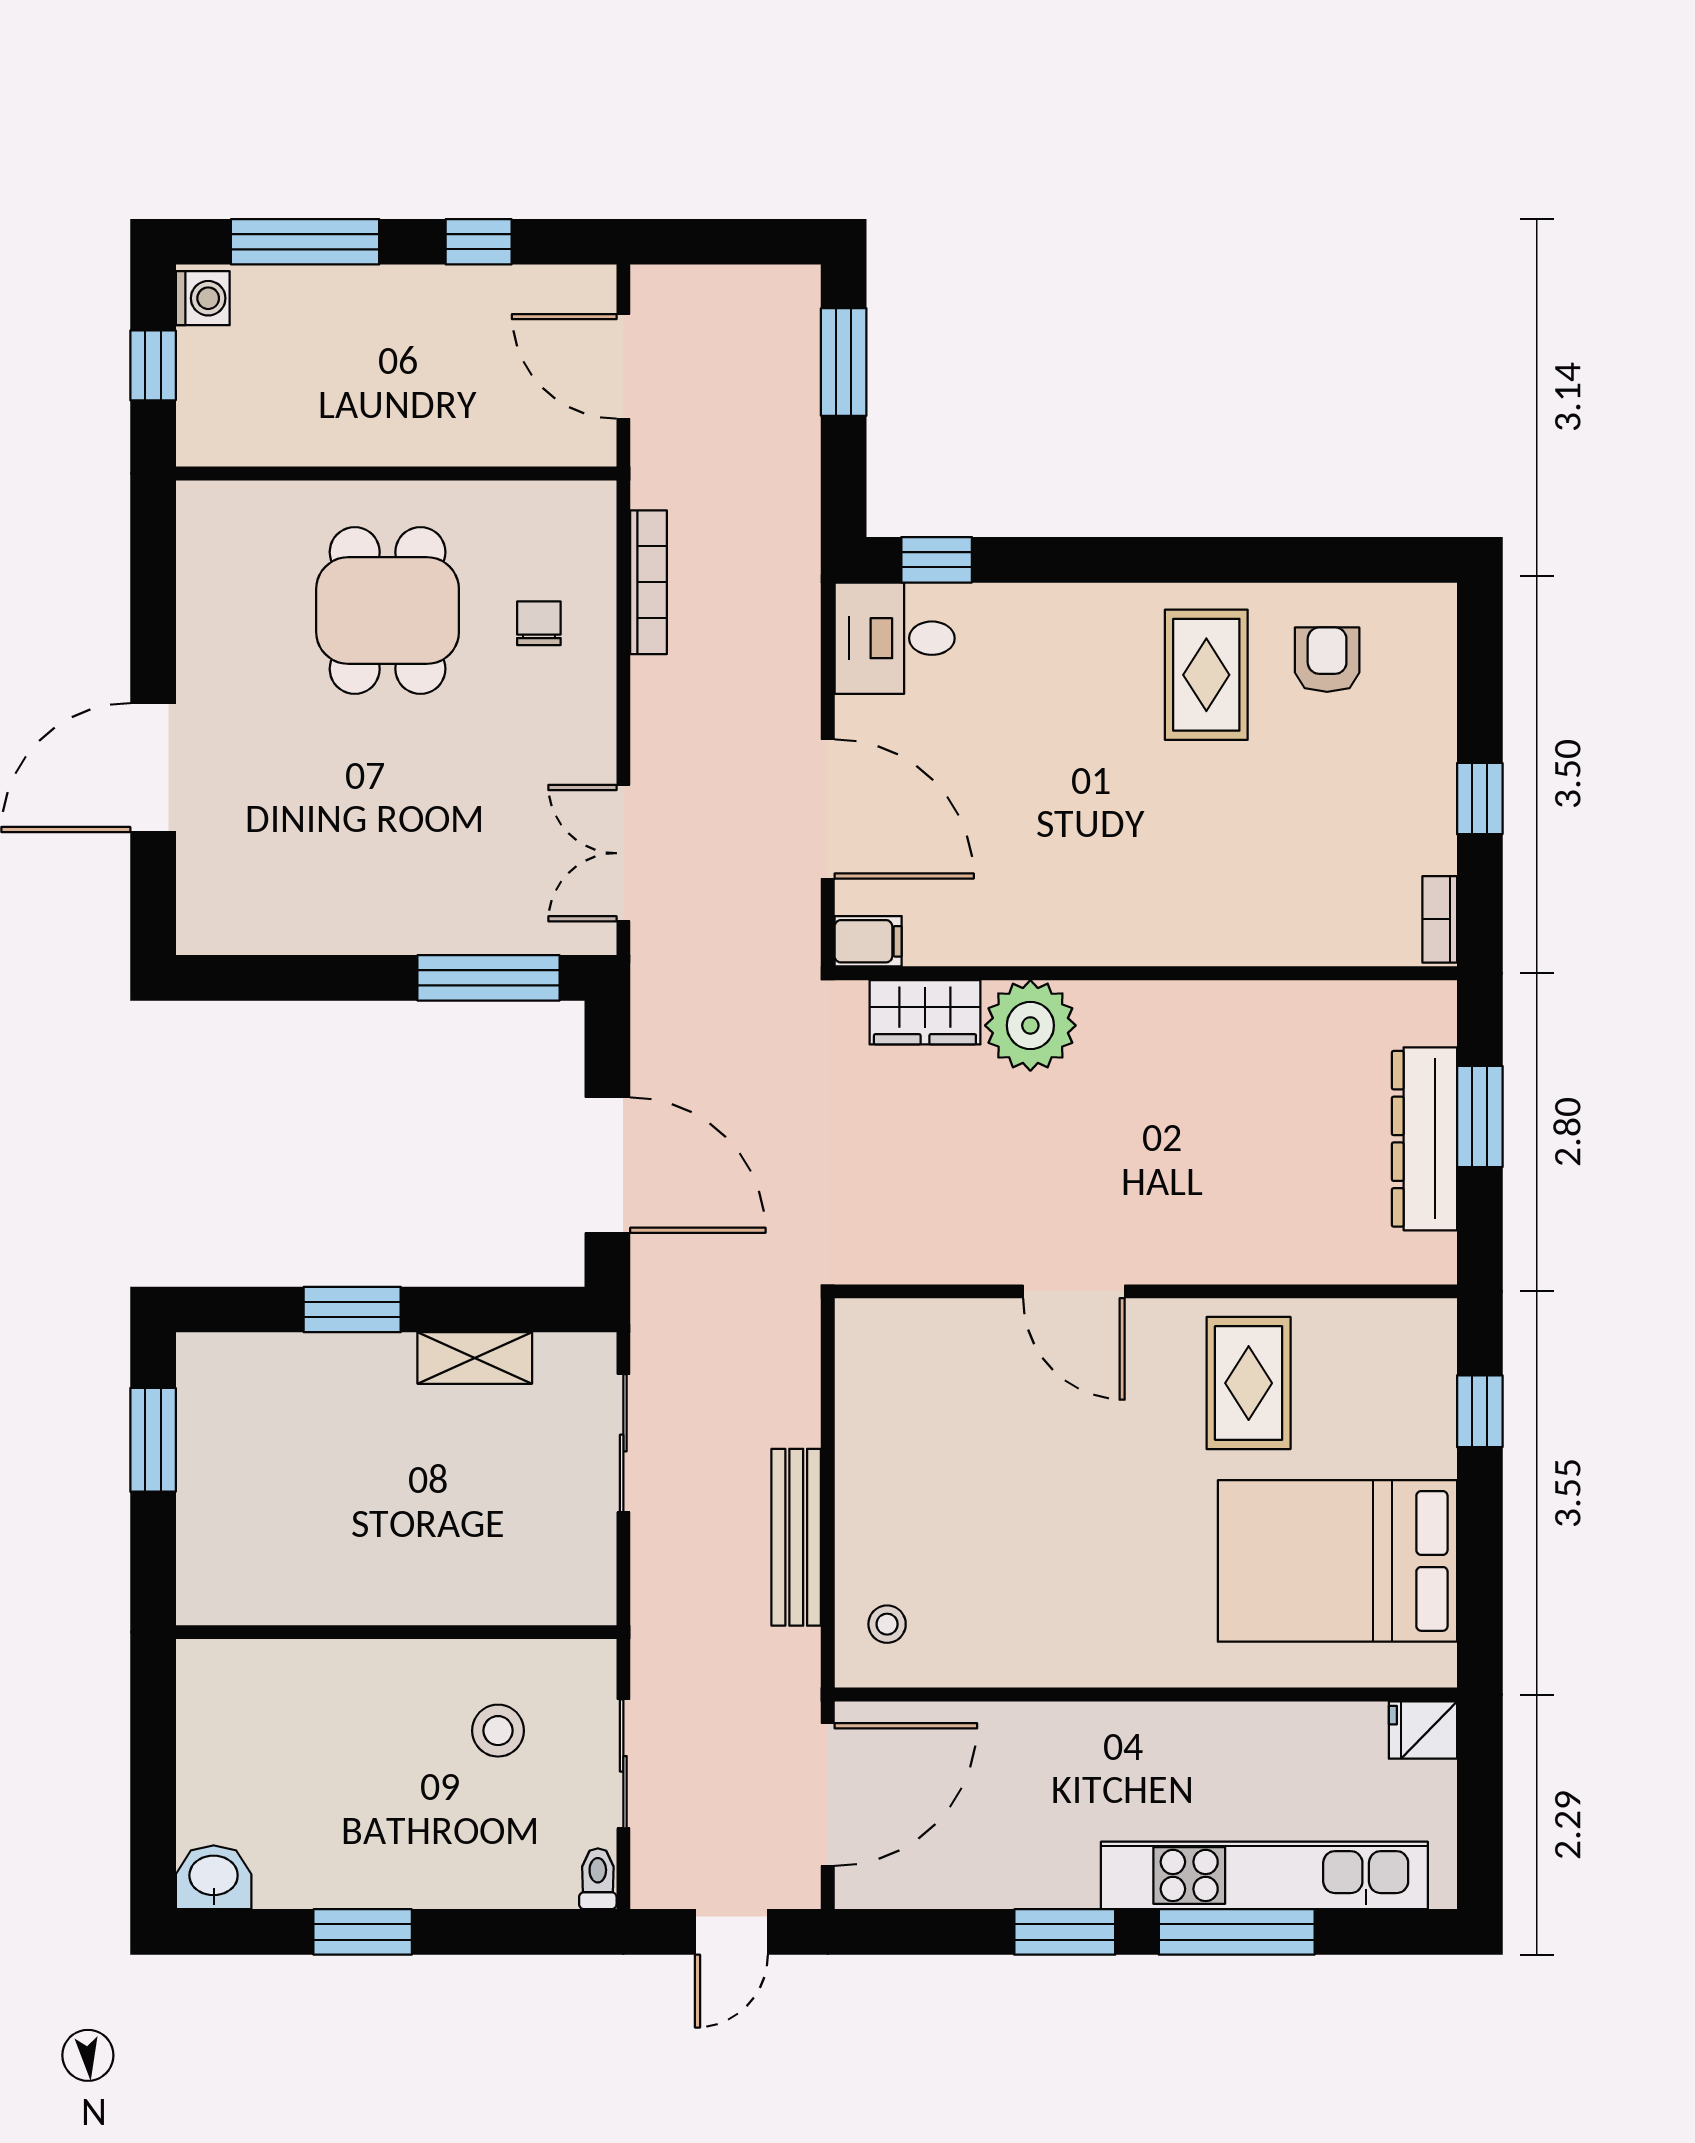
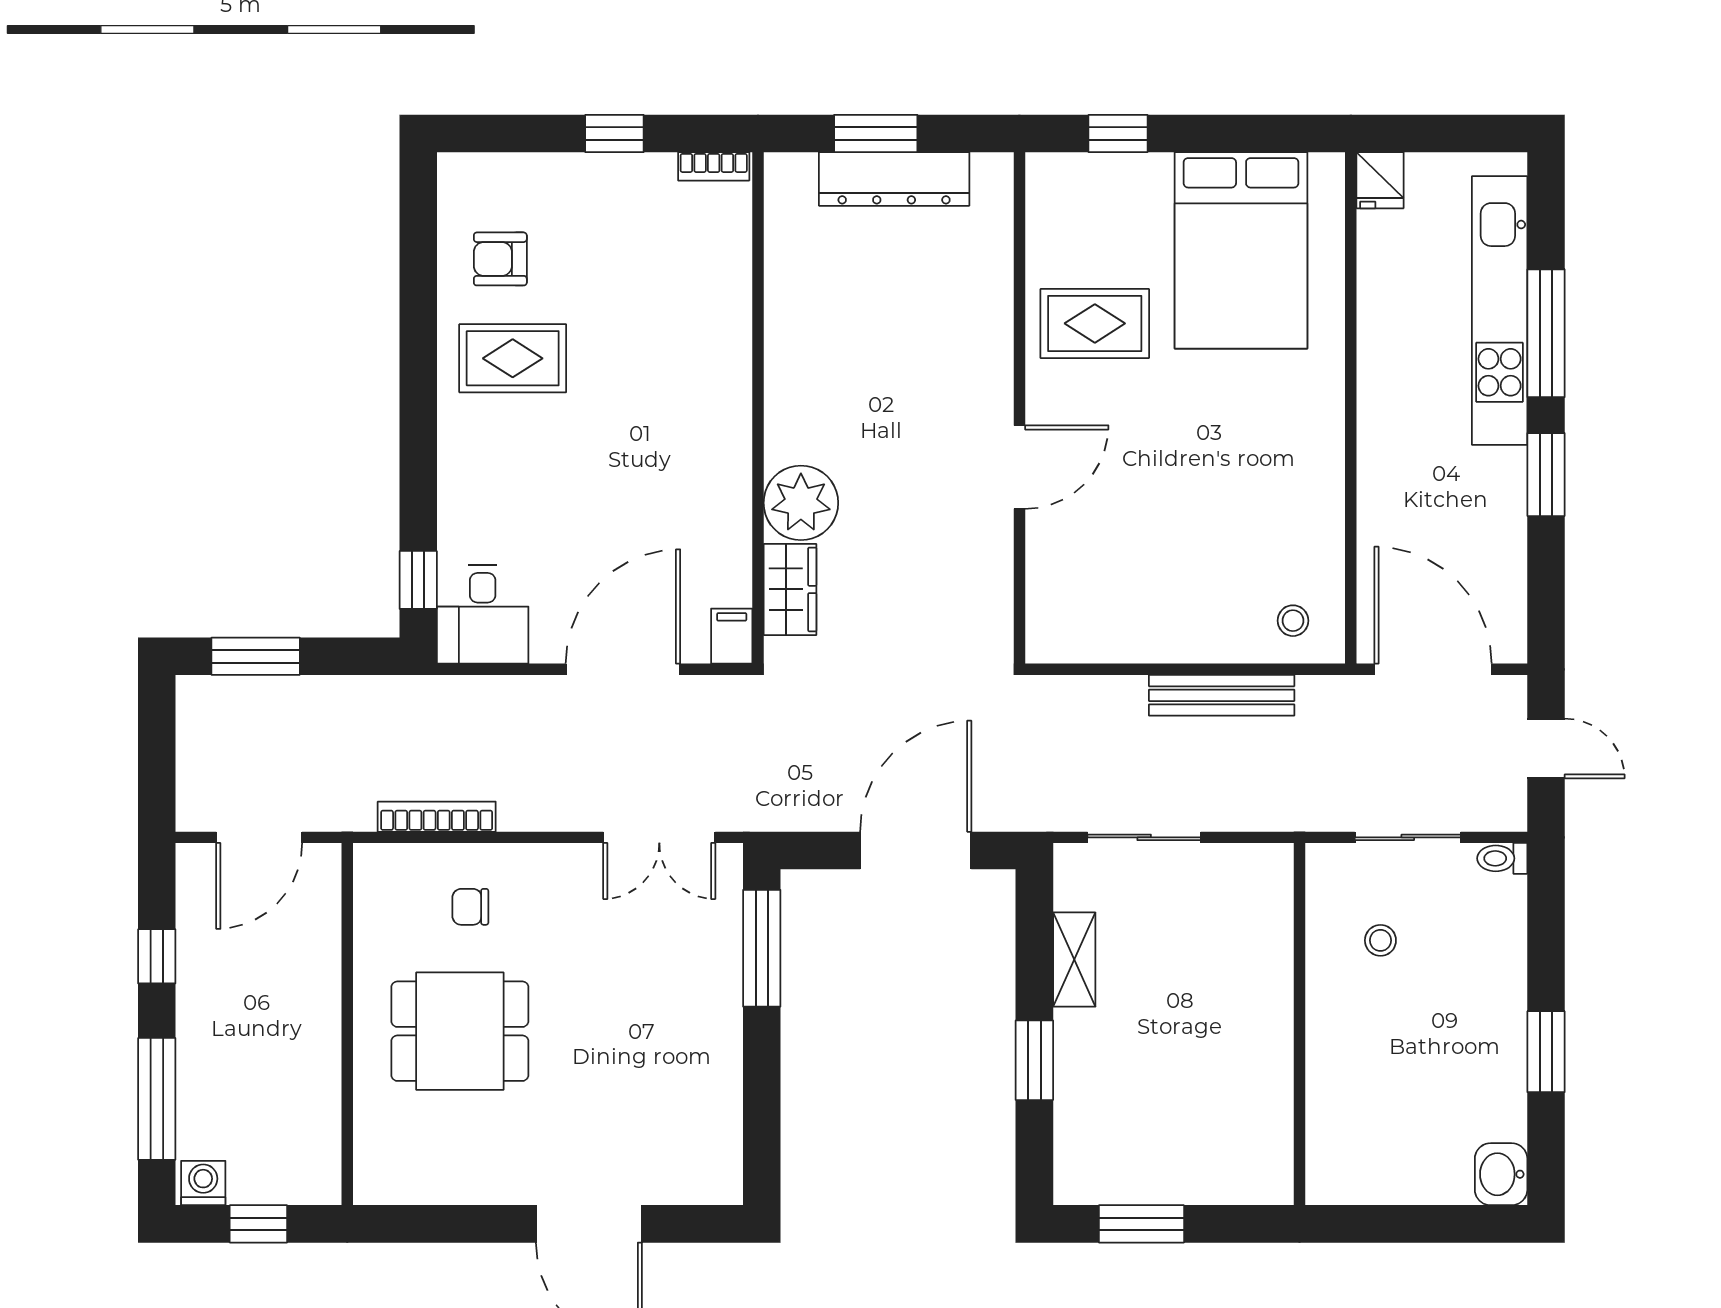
stool: (498, 1731) -> (1380, 940), width x0.73, depth x0.73

